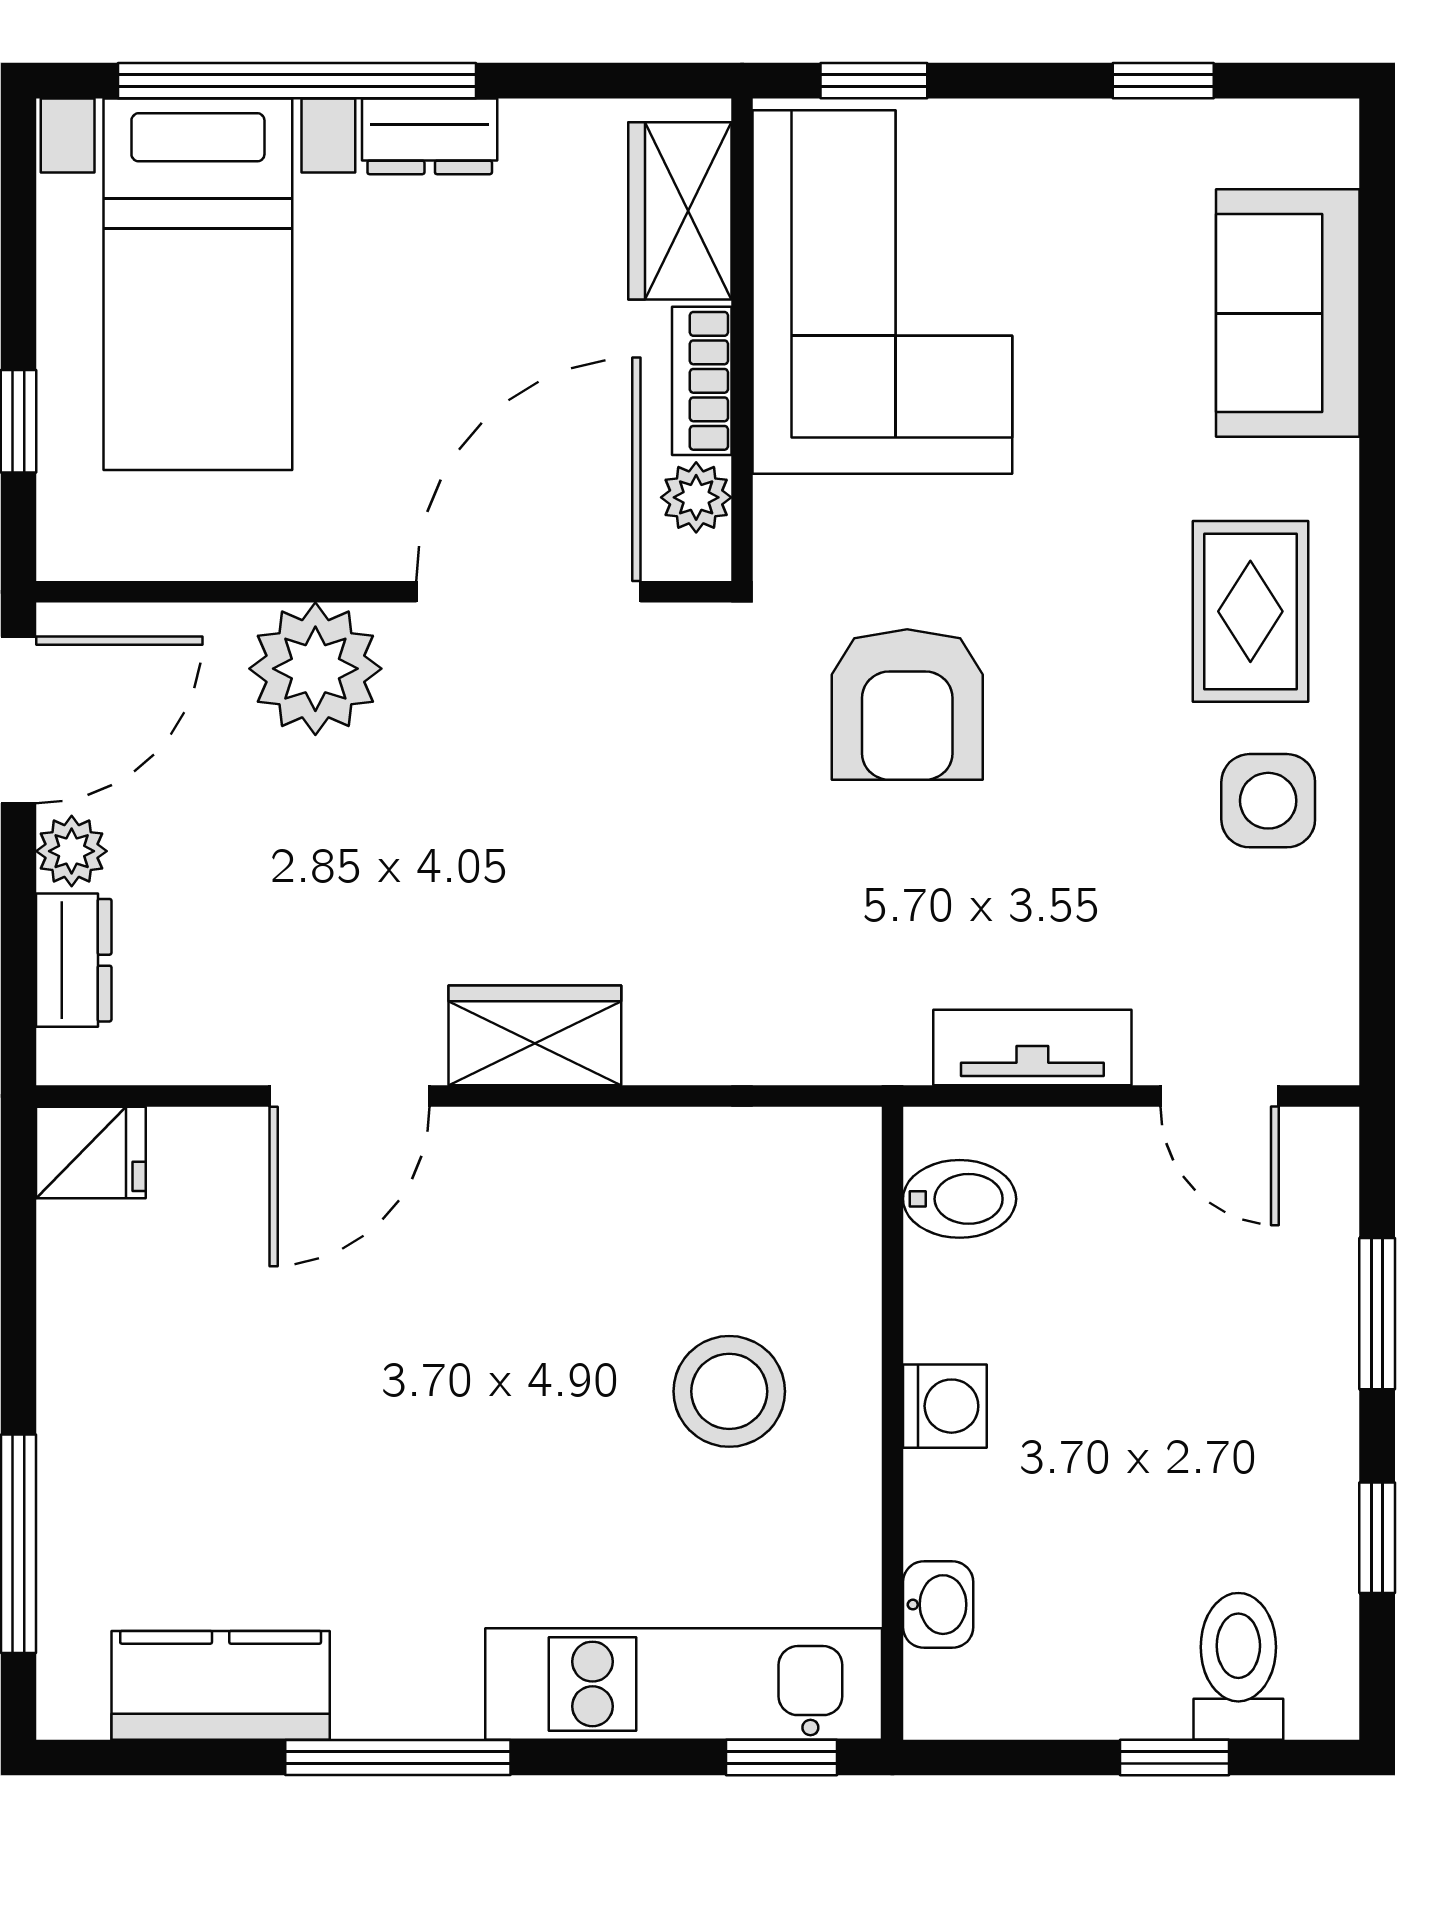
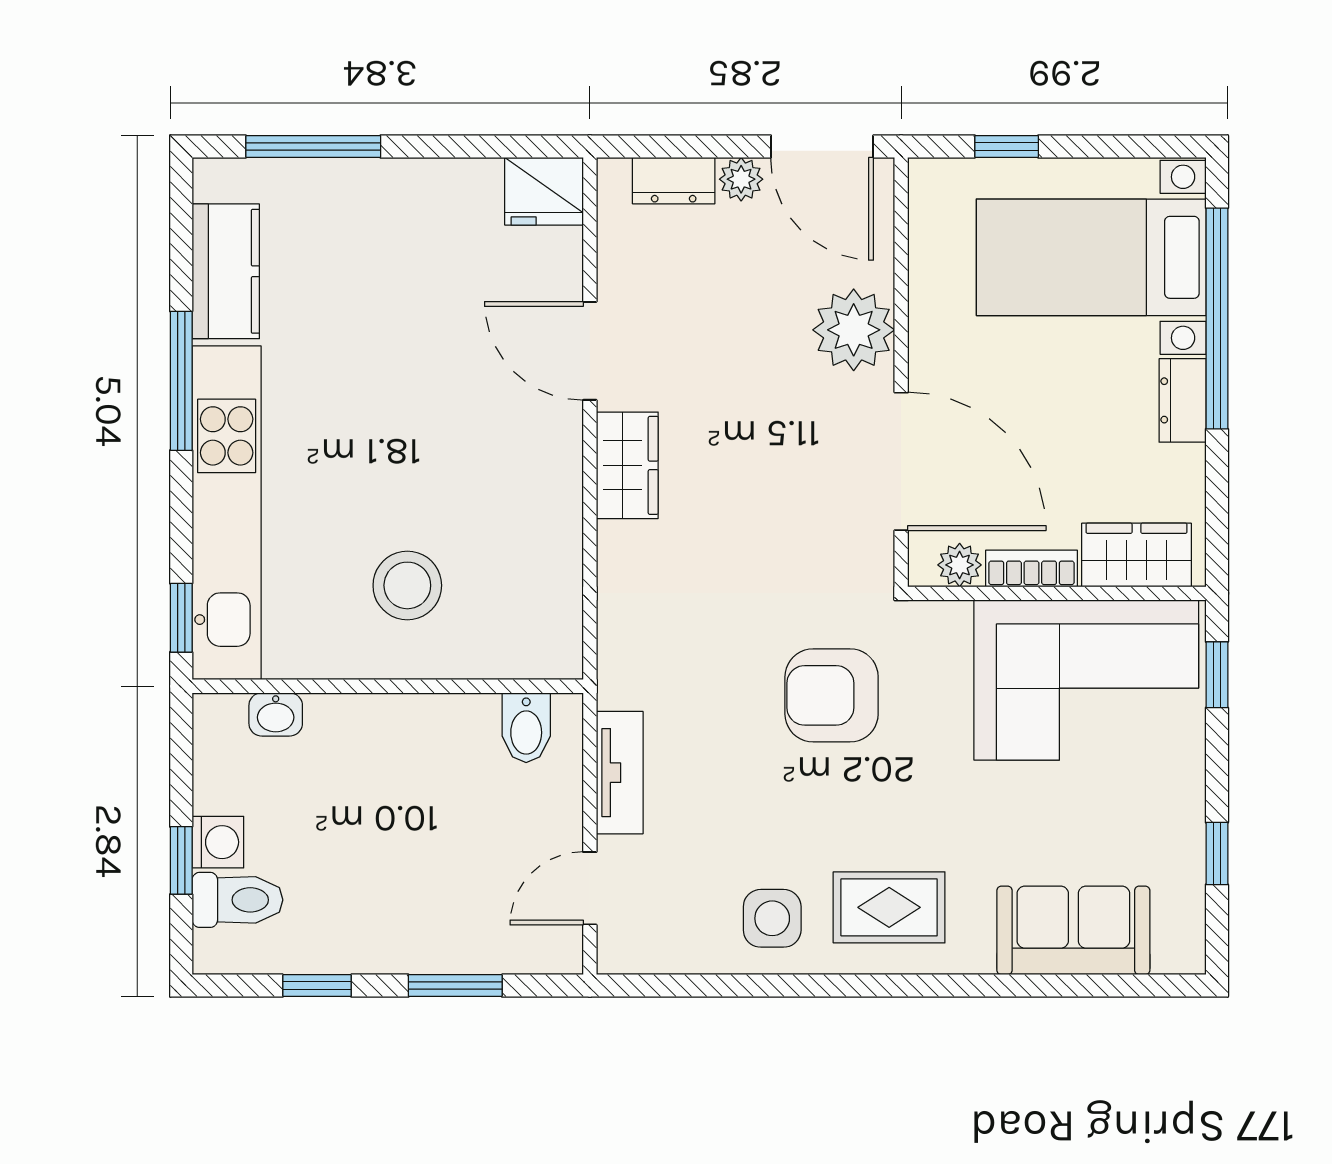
fridge: (91, 1152) -> (544, 191), width x1.38
washing machine: (945, 1406) -> (218, 842), moved, turned -90
kitchen unit: (684, 1684) -> (227, 513), width x1.36

